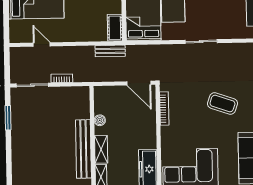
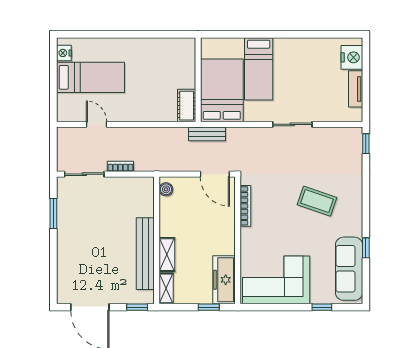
bench: (110, 51) -> (207, 134), moved
boiler: (100, 120) -> (166, 189), moved

